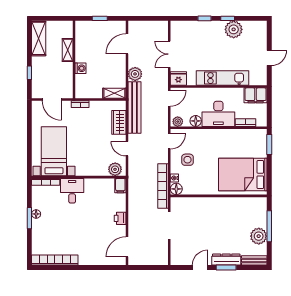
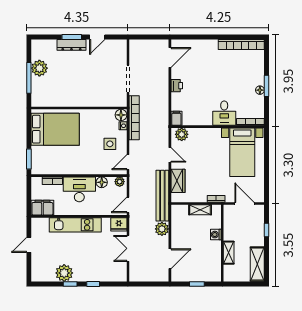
double door: (169, 54) -> (128, 248), swing flipped
shelving: (114, 93) -> (200, 210), moved
bench: (254, 260) -> (44, 44), removed

